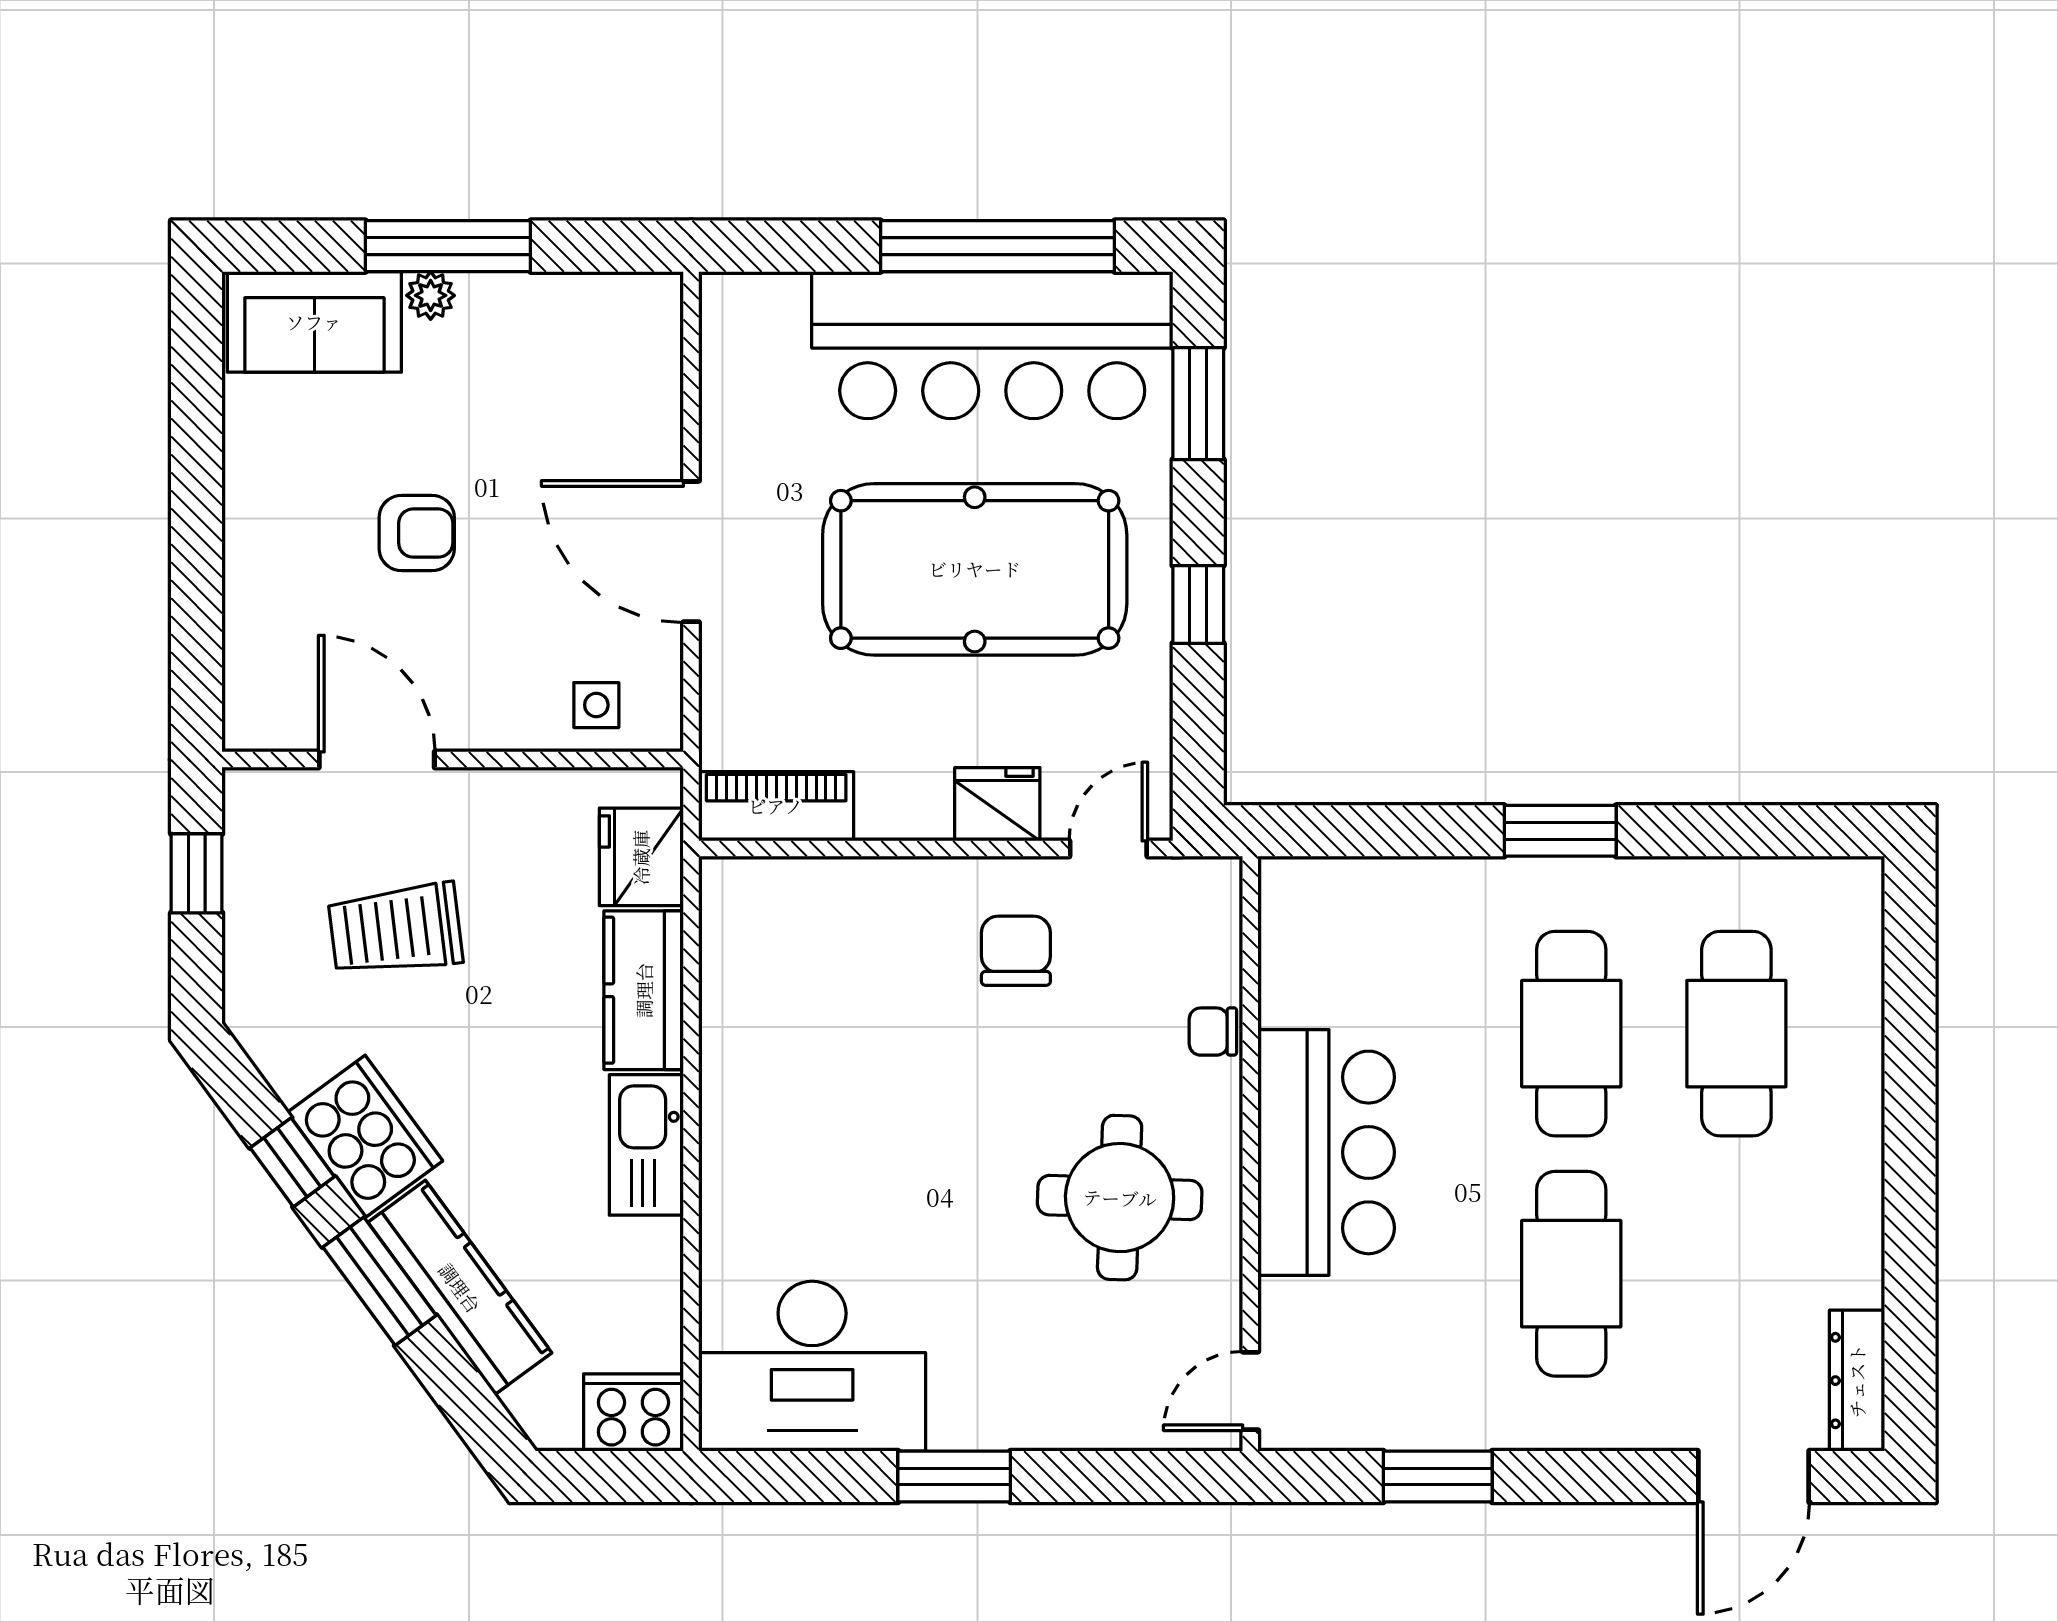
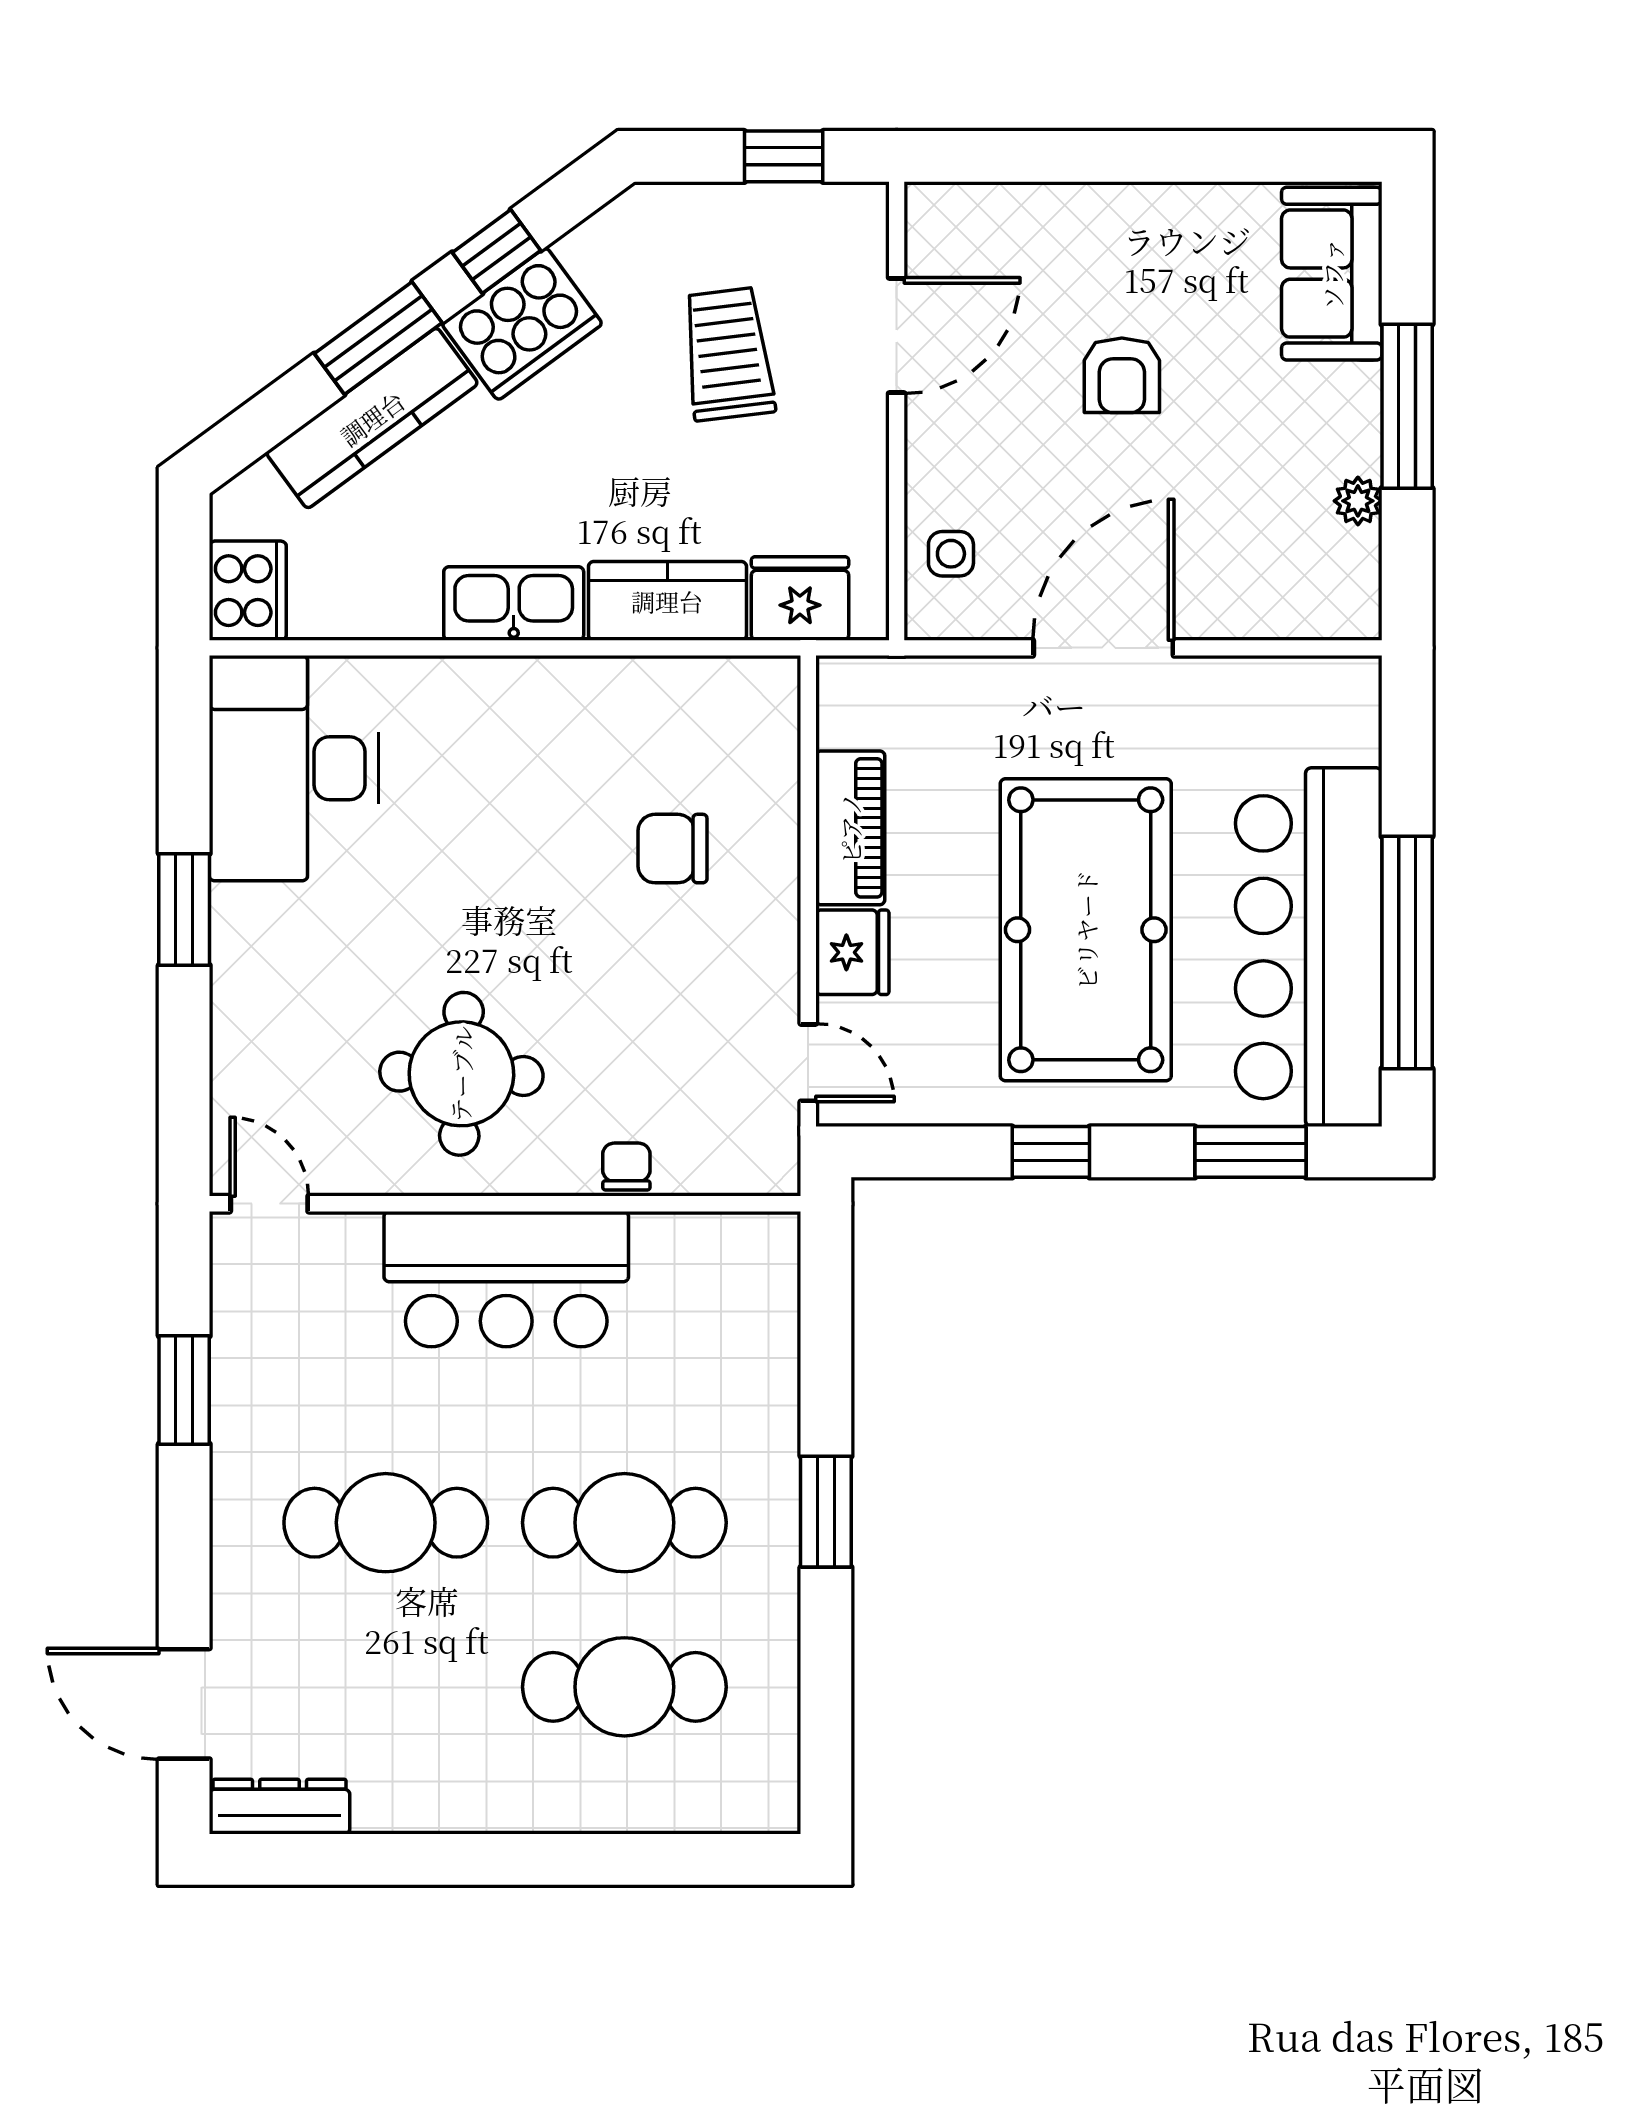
plant: (431, 295) -> (1358, 501), moved
piano: (776, 806) -> (850, 828), moved
chair: (1016, 951) -> (673, 849), moved, turned 180

